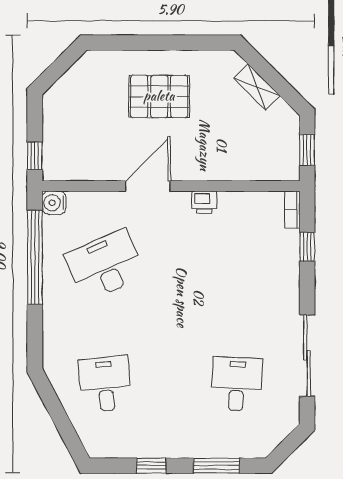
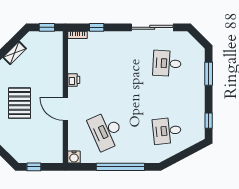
window: (35, 156) -> (34, 167), moved
window: (35, 257) -> (120, 167), moved
window: (151, 466) -> (209, 121), moved

